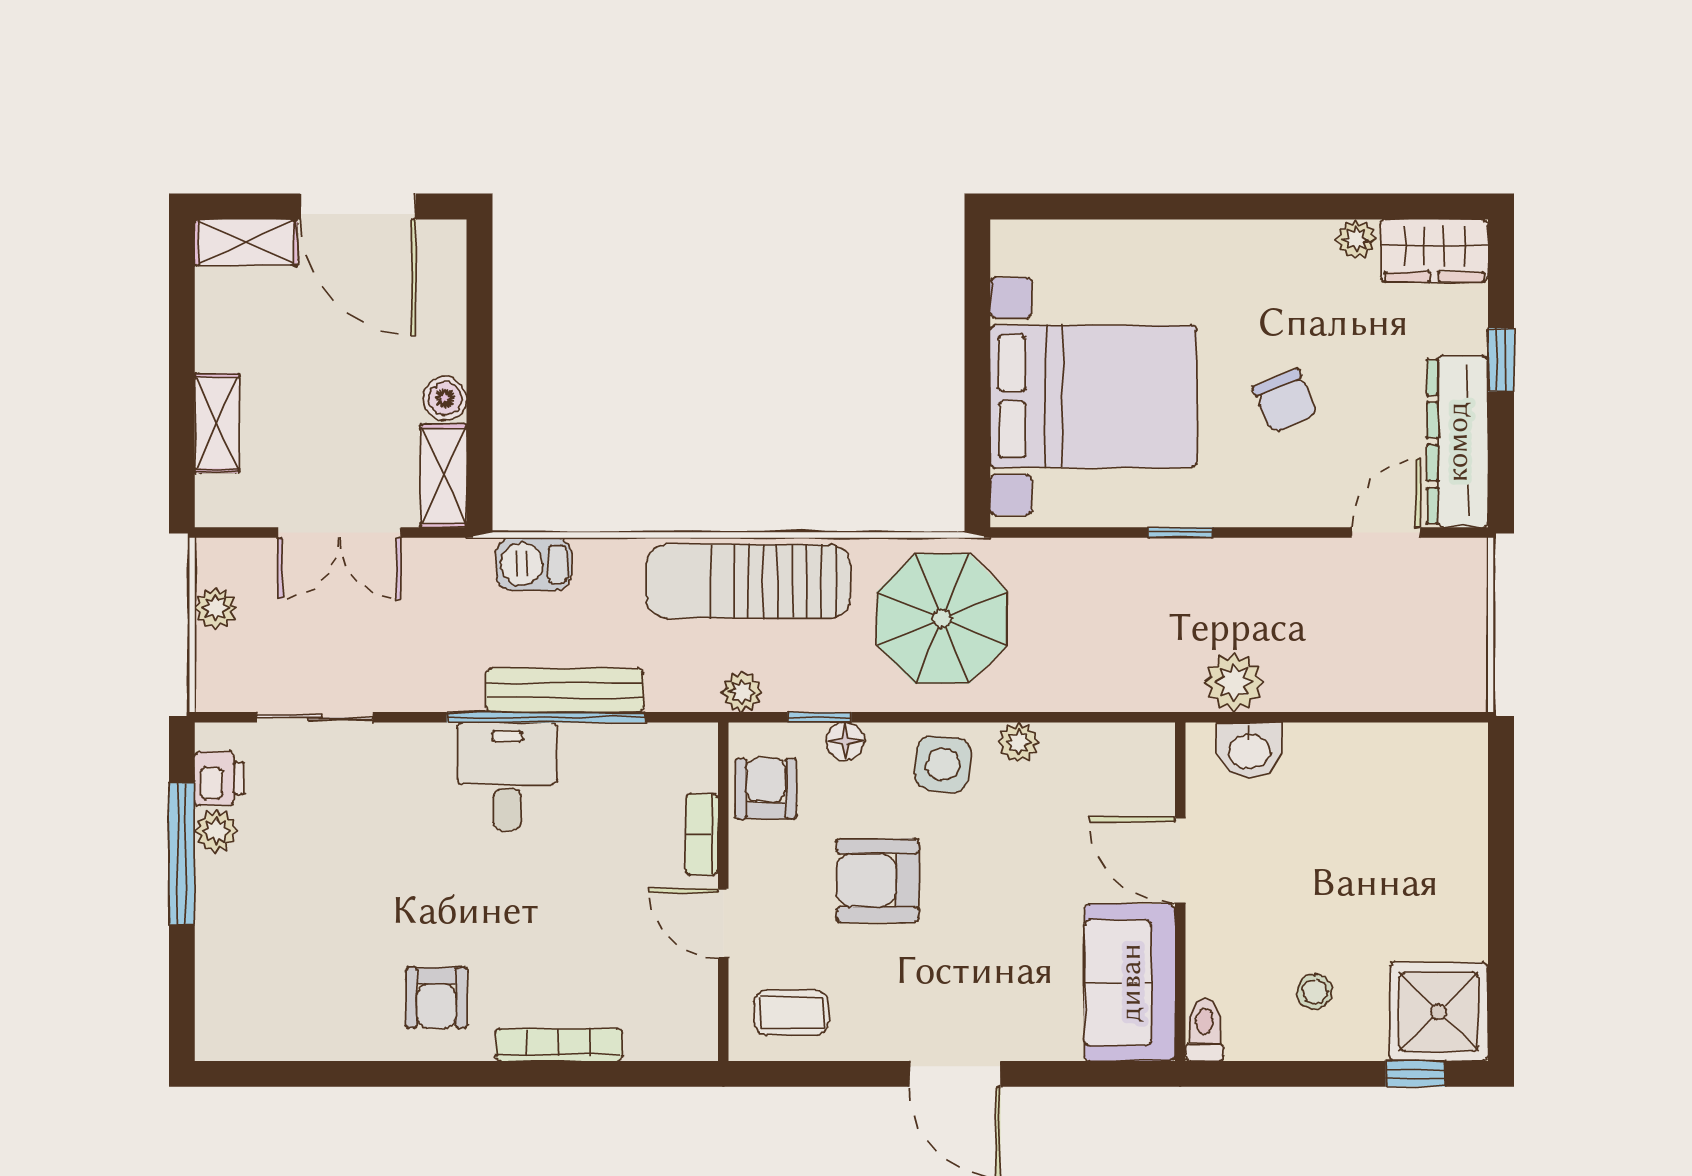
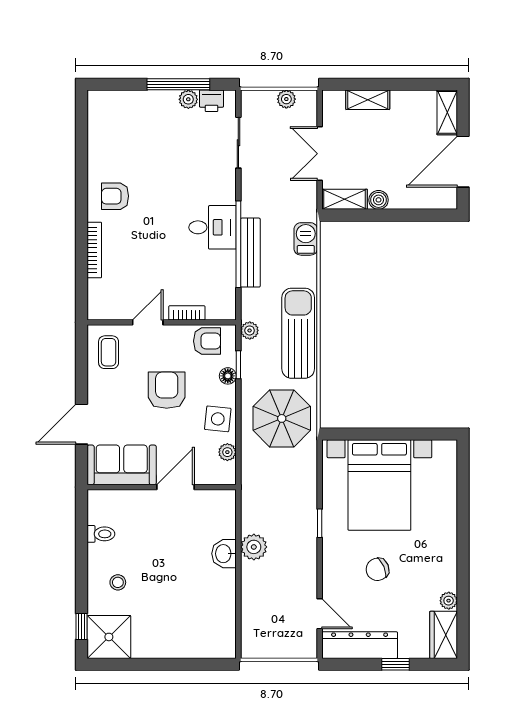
door: (1180, 860) -> (176, 487), moved
wall: (1180, 892) -> (162, 487), moved
sofa: (1130, 983) -> (122, 465), moved

